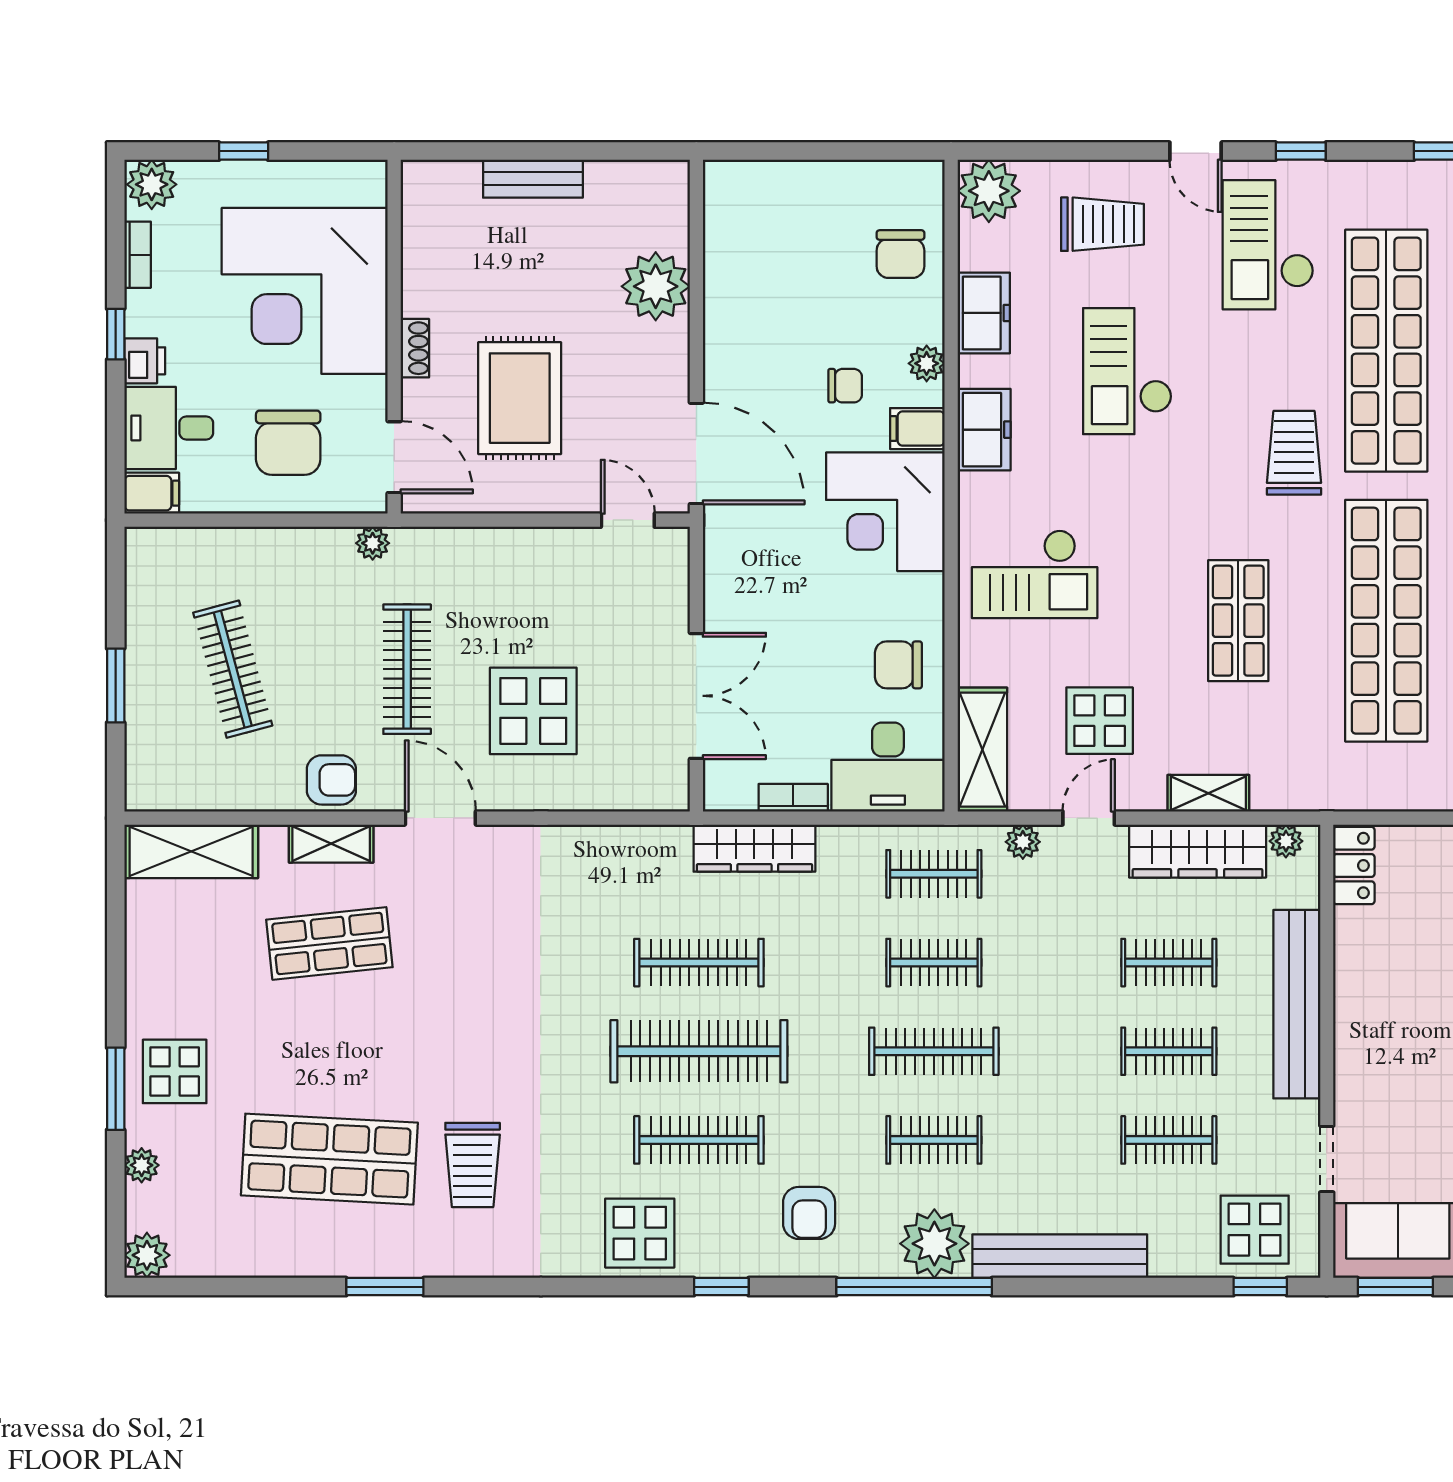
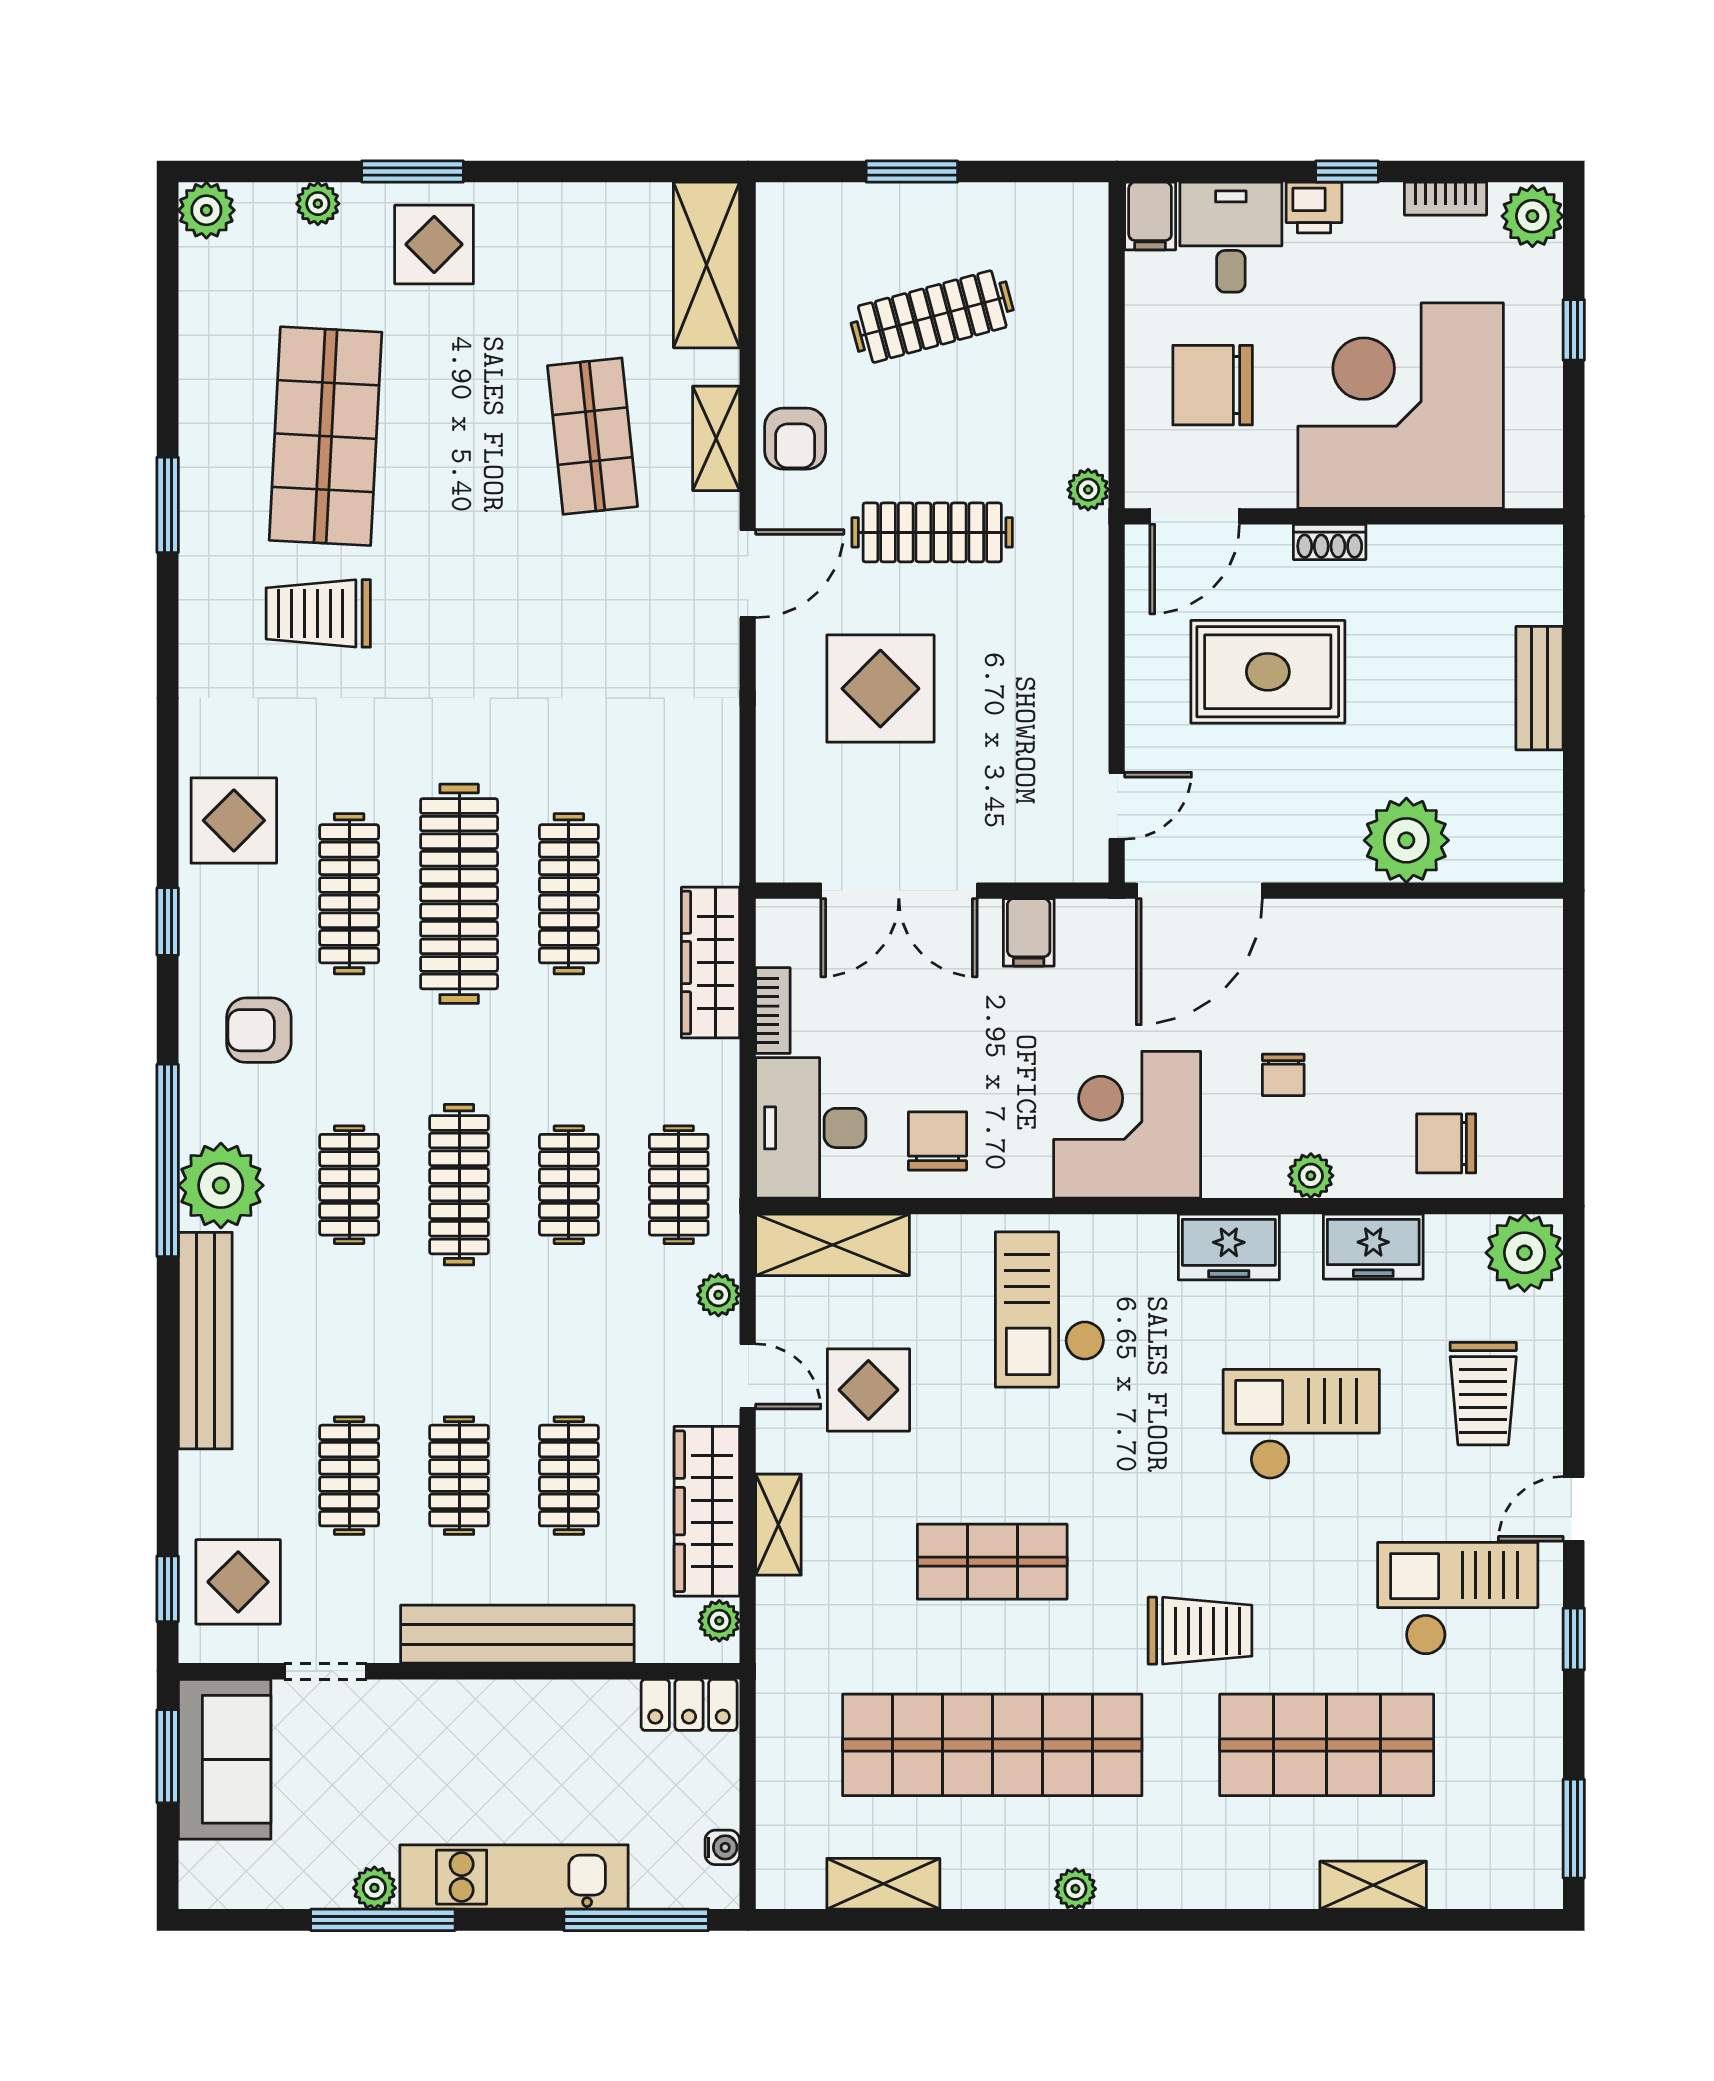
shop shelf: (1386, 351) -> (1327, 1745), width x0.71
filing cabinet: (917, 429) -> (1029, 932), moved, turned 180

